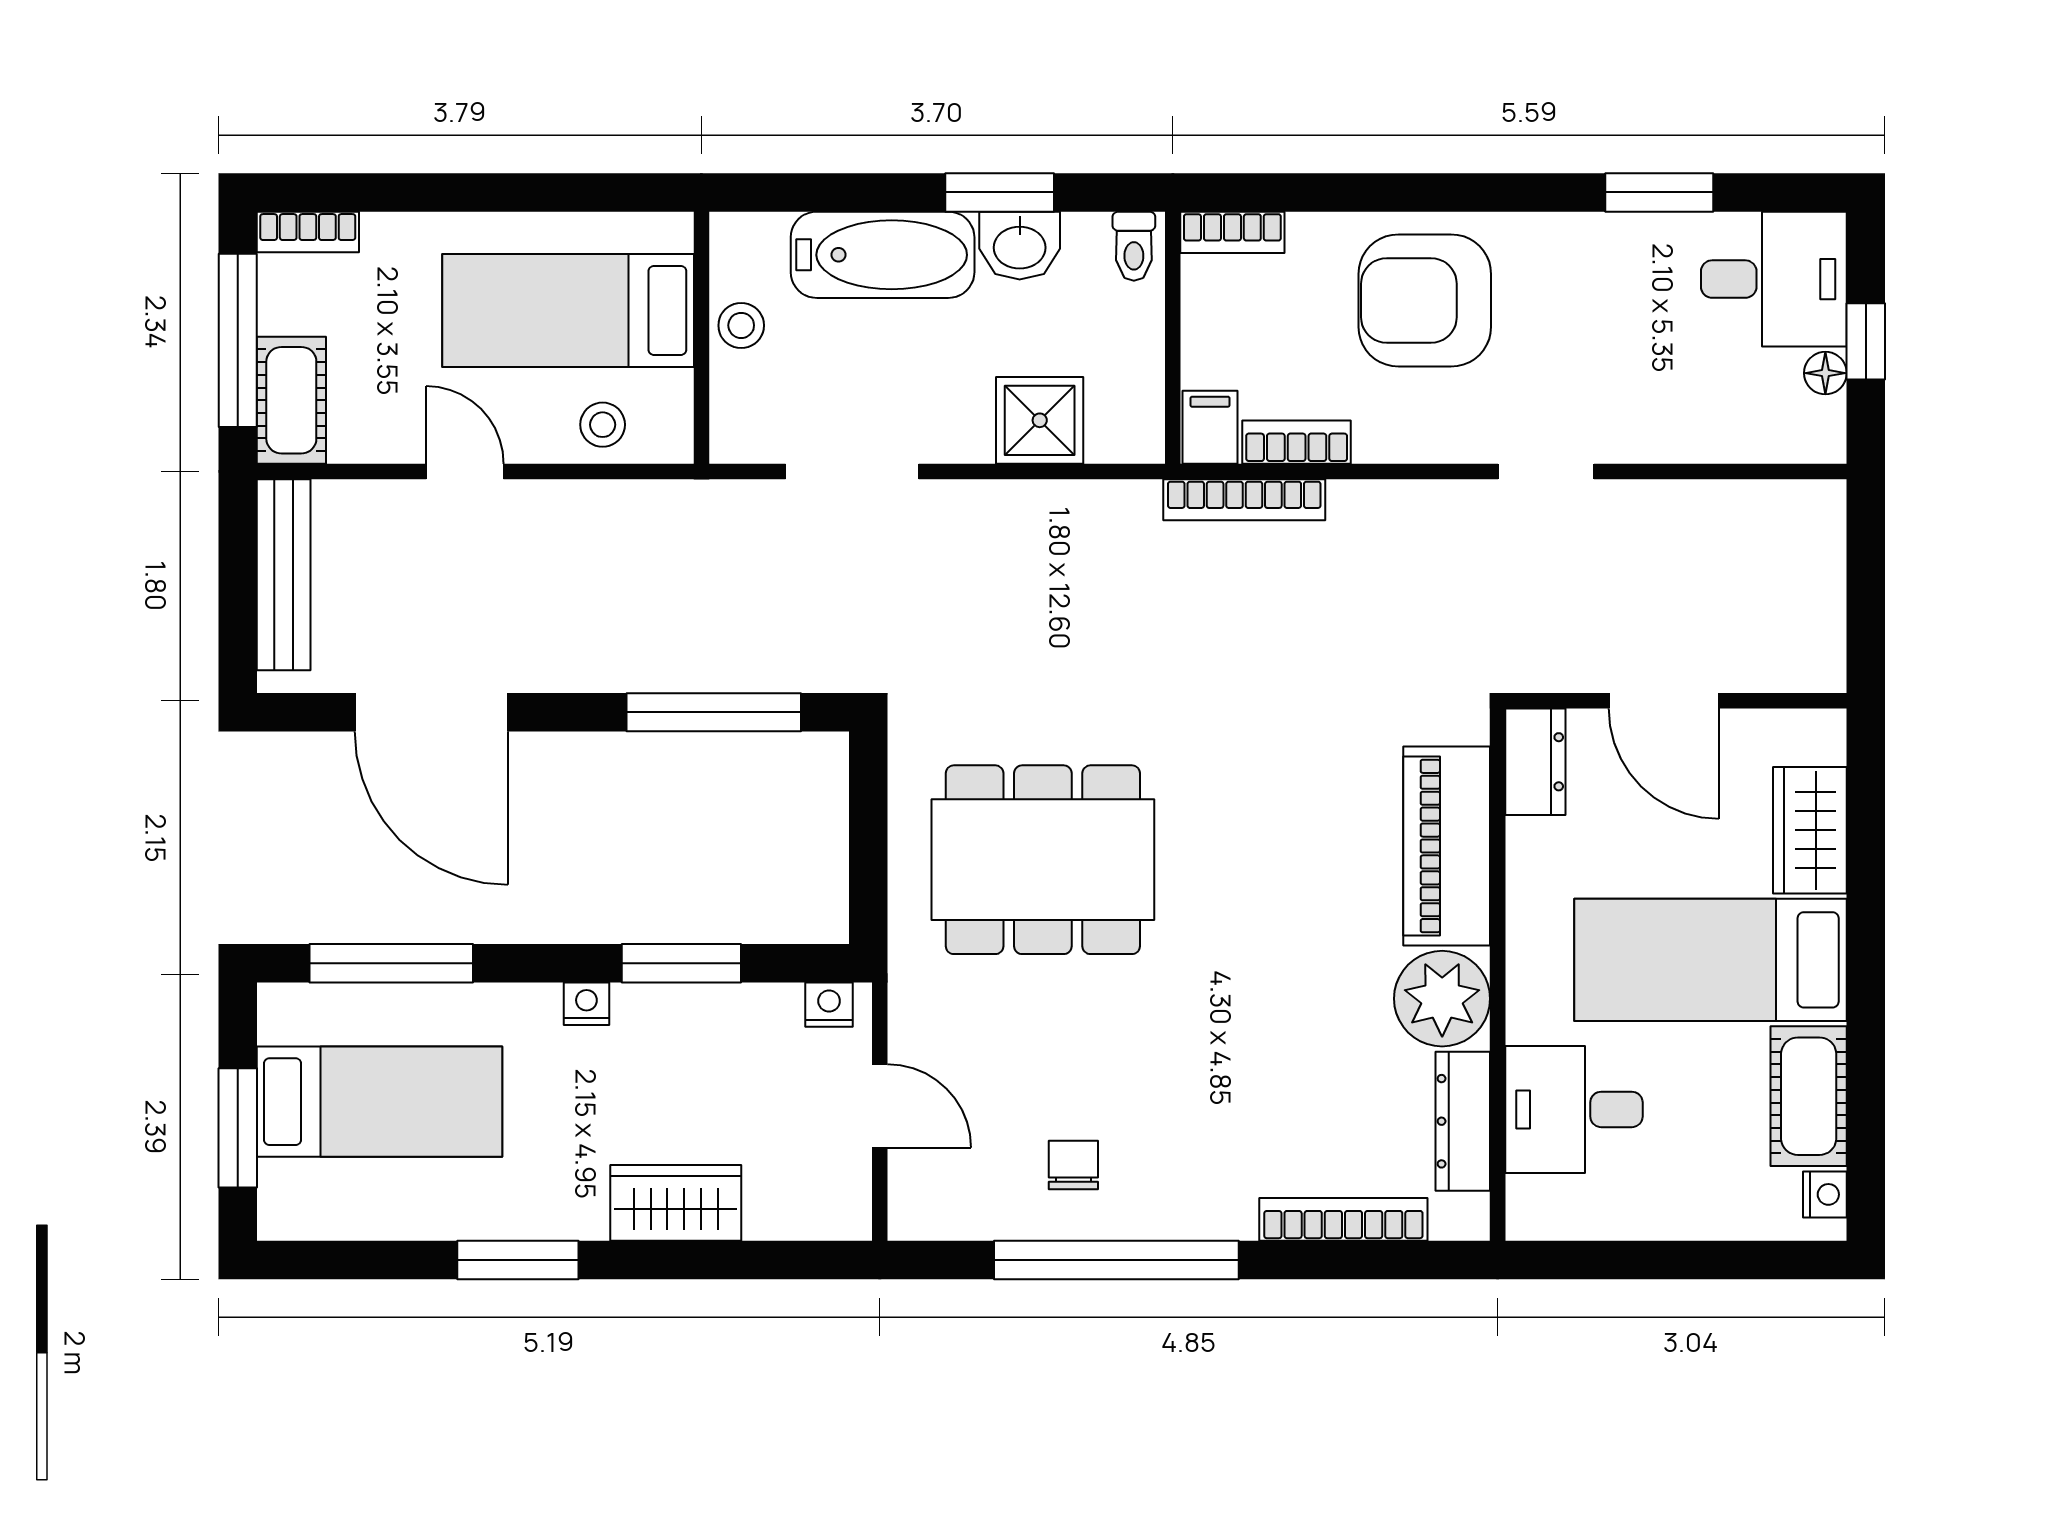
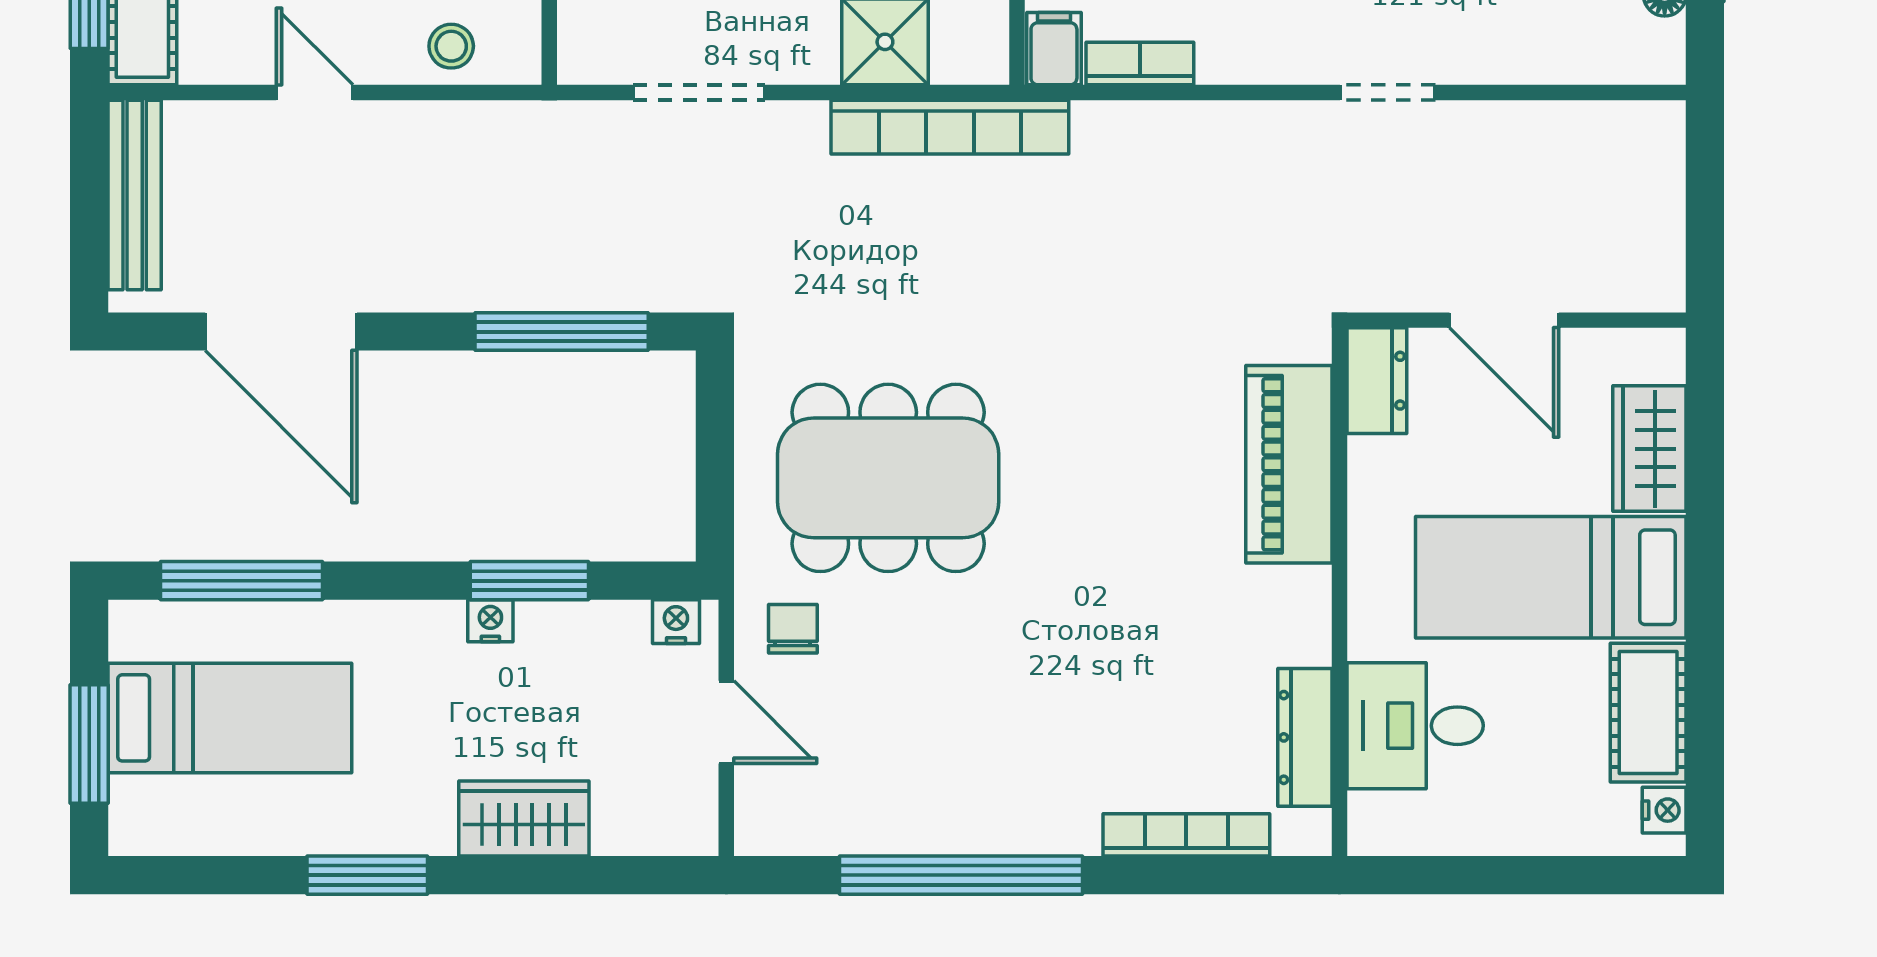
bookcase: (1244, 500) -> (950, 127), moved, width x1.48, depth x1.31
plant: (1442, 999) -> (1284, 616), removed
nightstand: (586, 1004) -> (490, 621), moved
chair: (1073, 1165) -> (793, 629), moved

